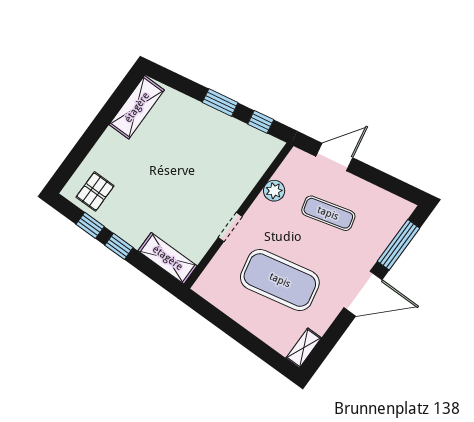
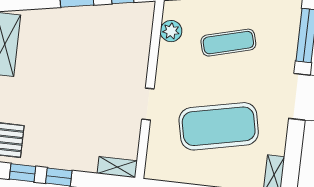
plant: (274, 191) -> (171, 31), moved
shelving: (168, 258) -> (117, 167), width x0.67, depth x0.75

